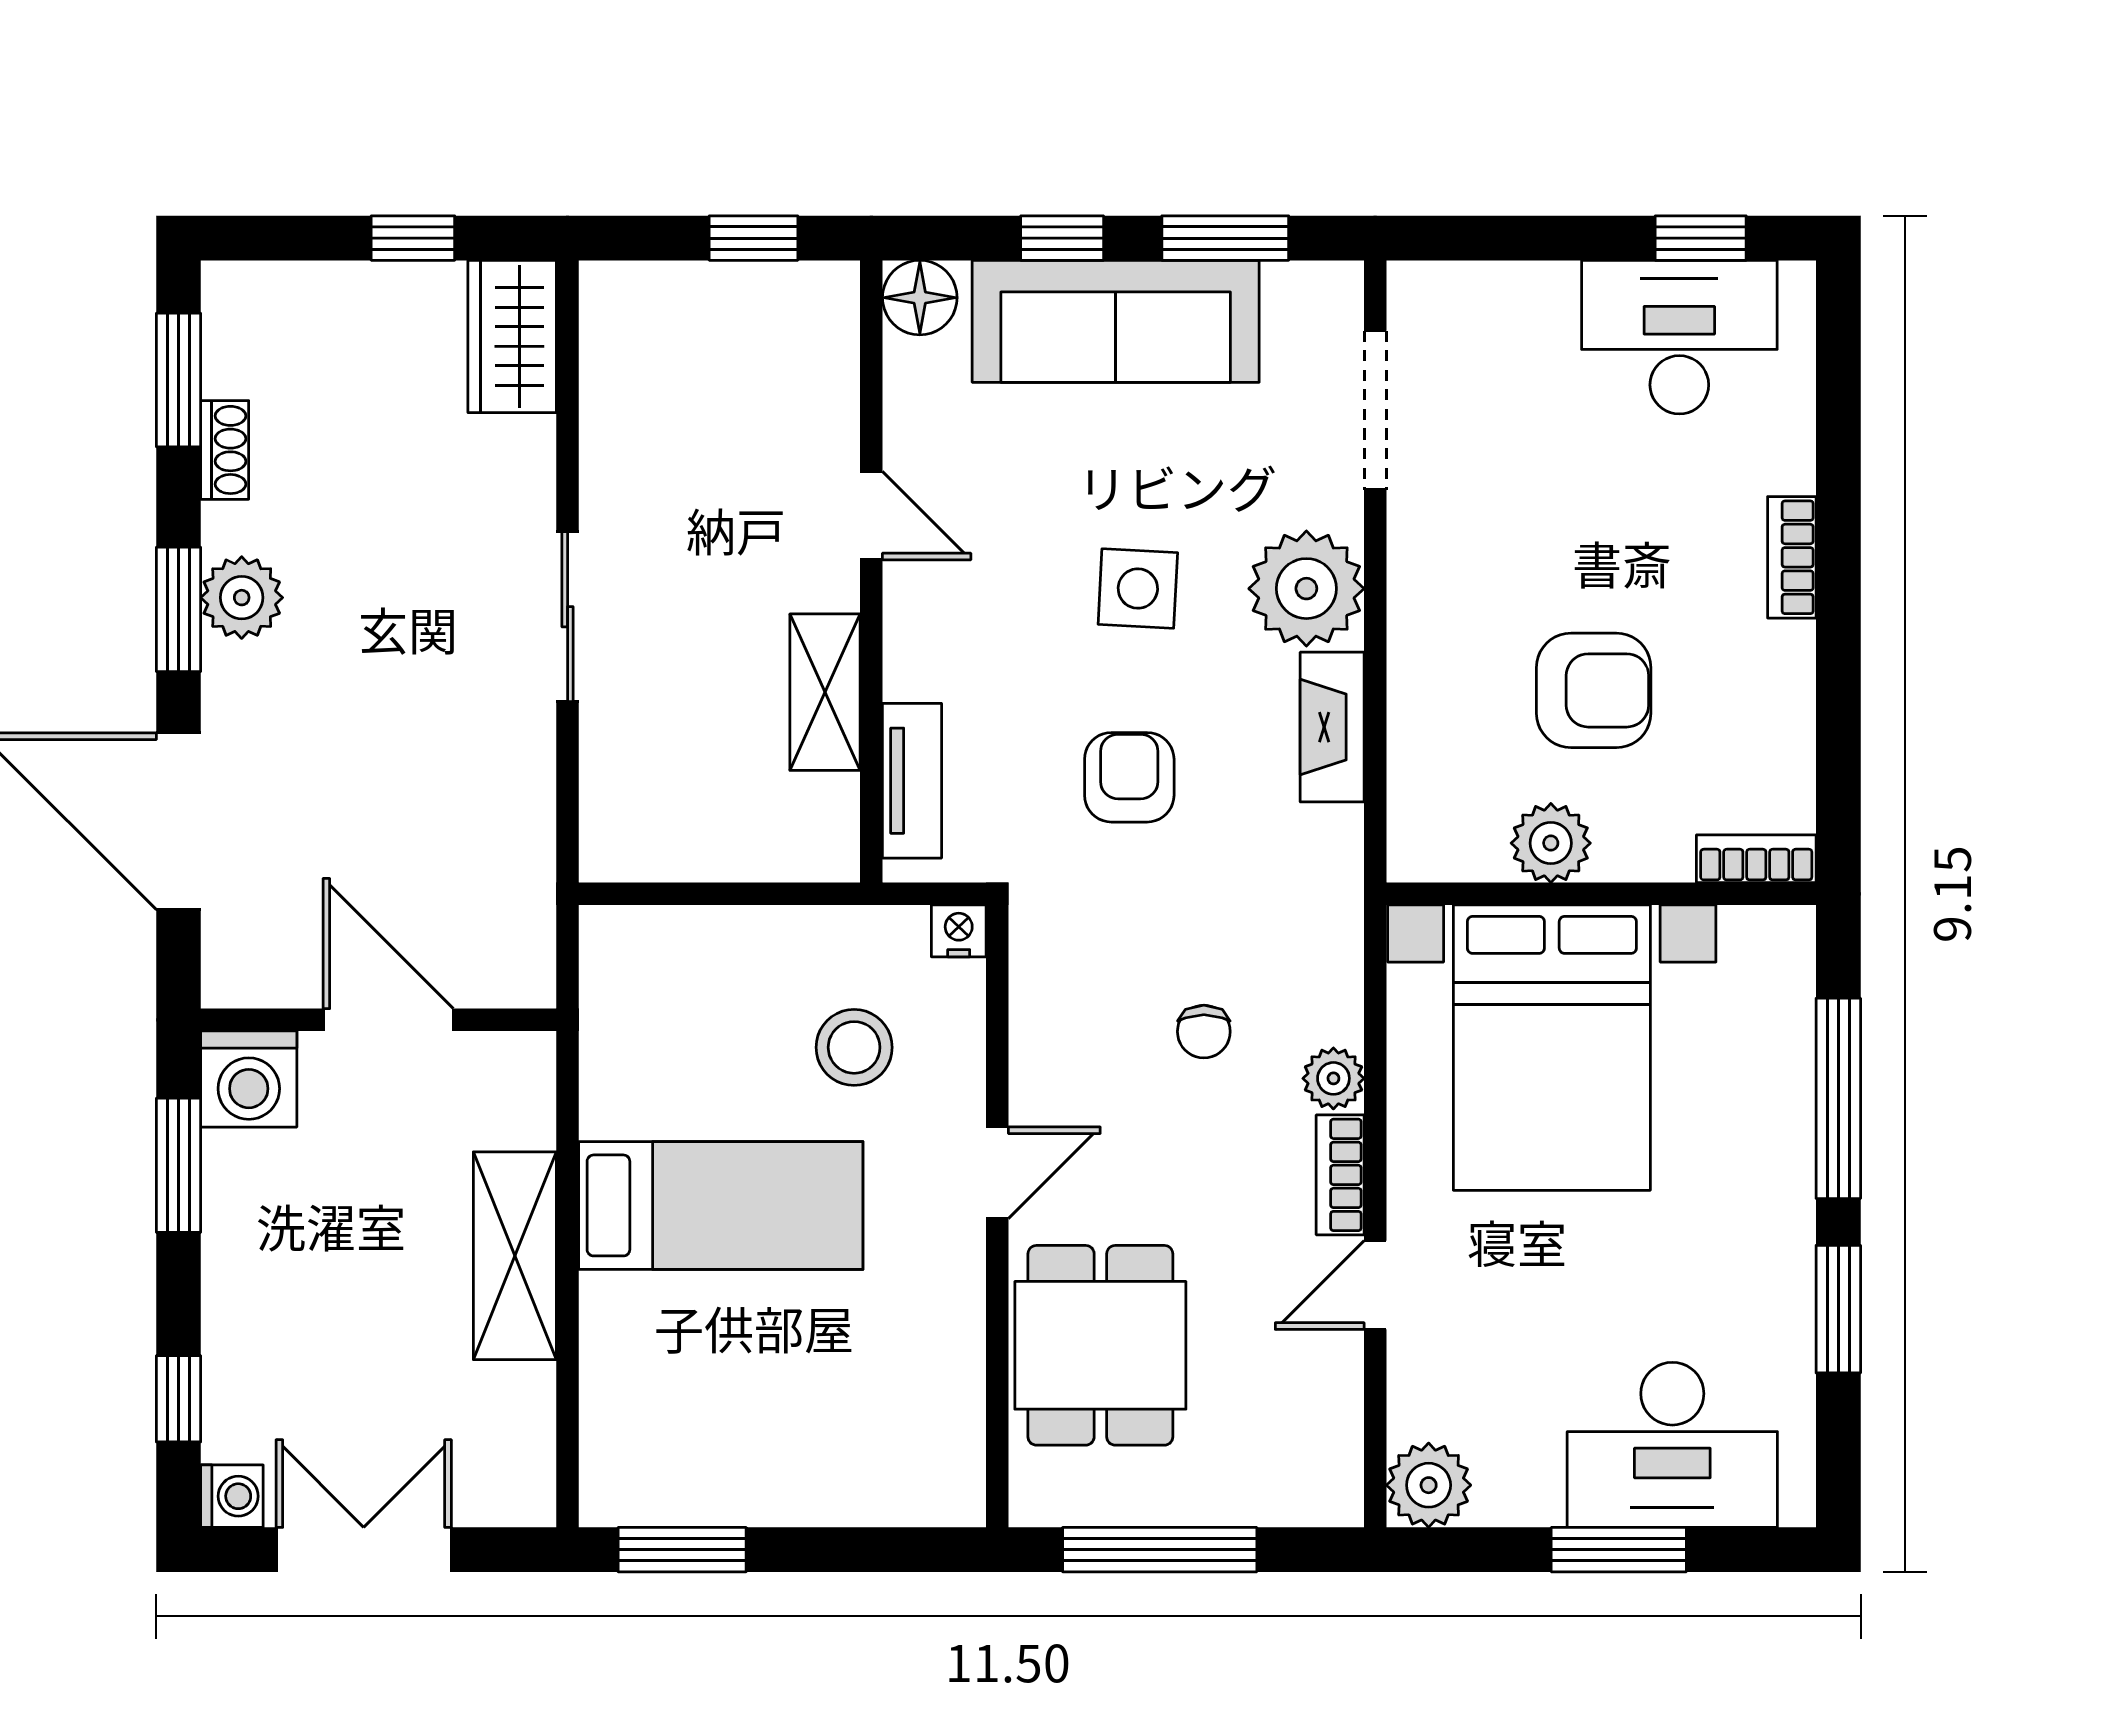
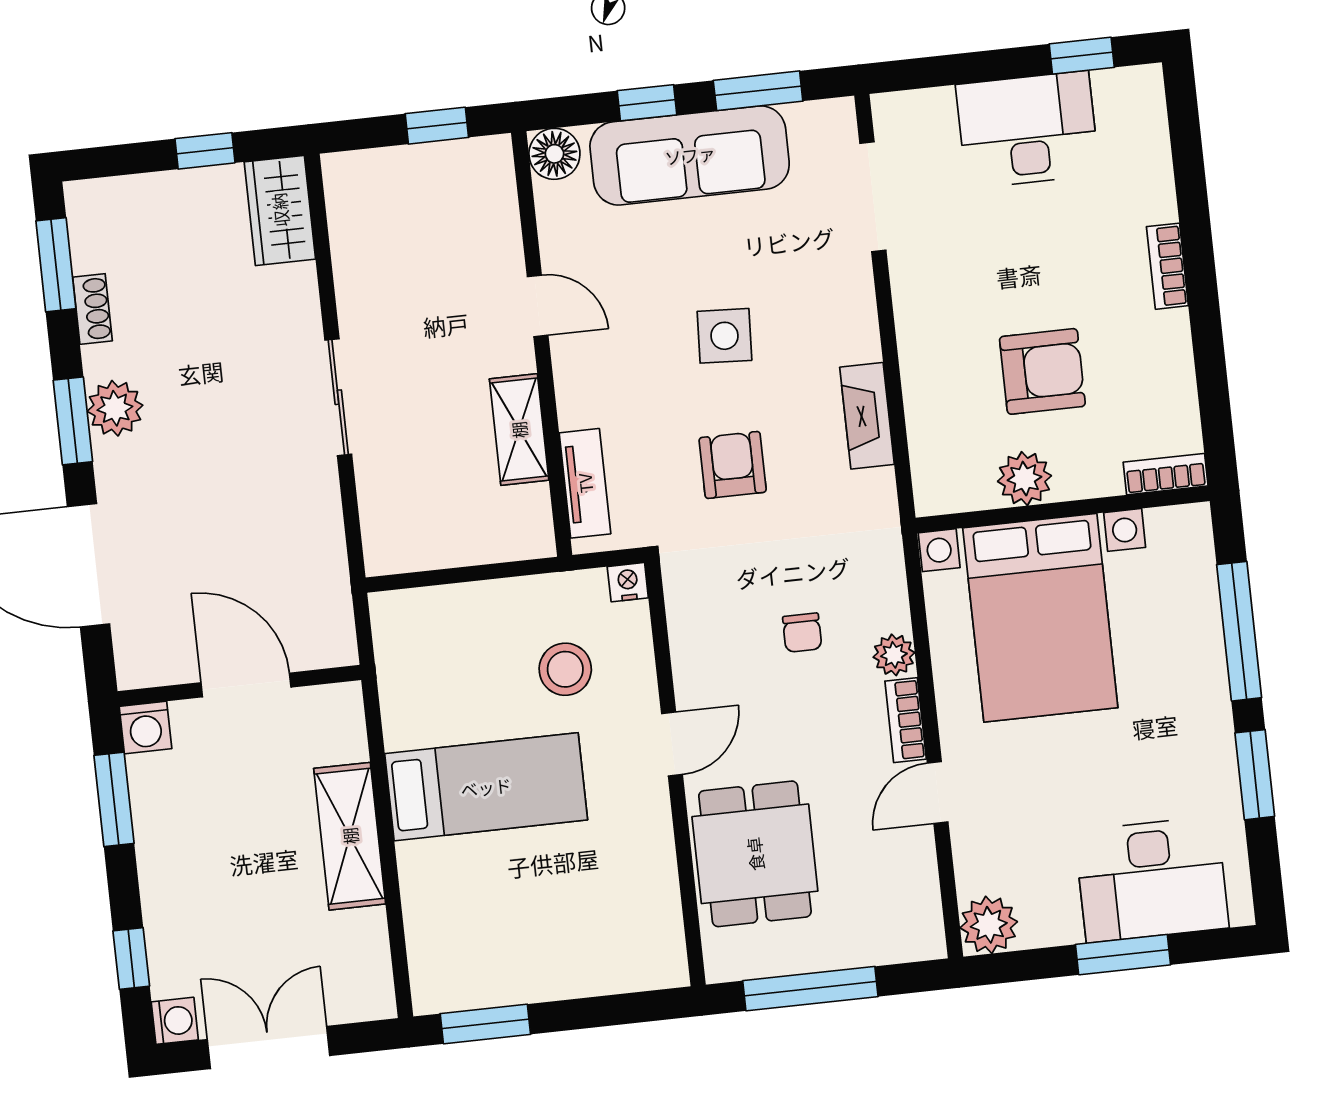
desk: (1679, 337) -> (1028, 130), moved
plant: (1306, 589) -> (839, 323), removed
washing machine: (249, 1079) -> (145, 728), width x0.73, depth x0.73

